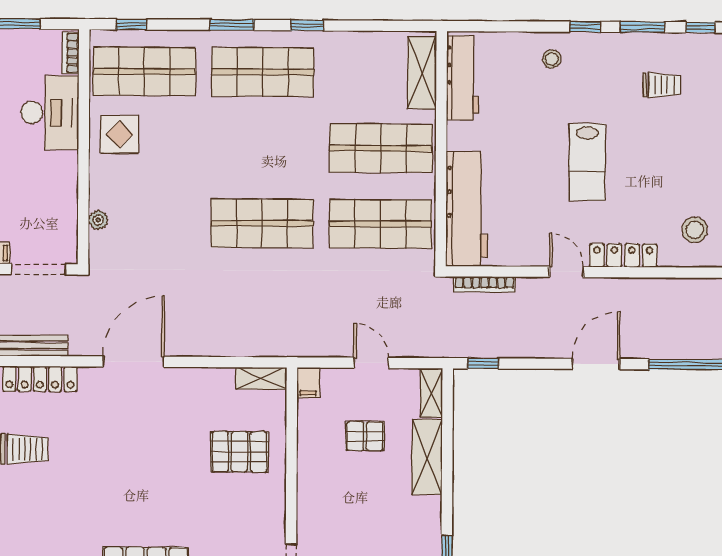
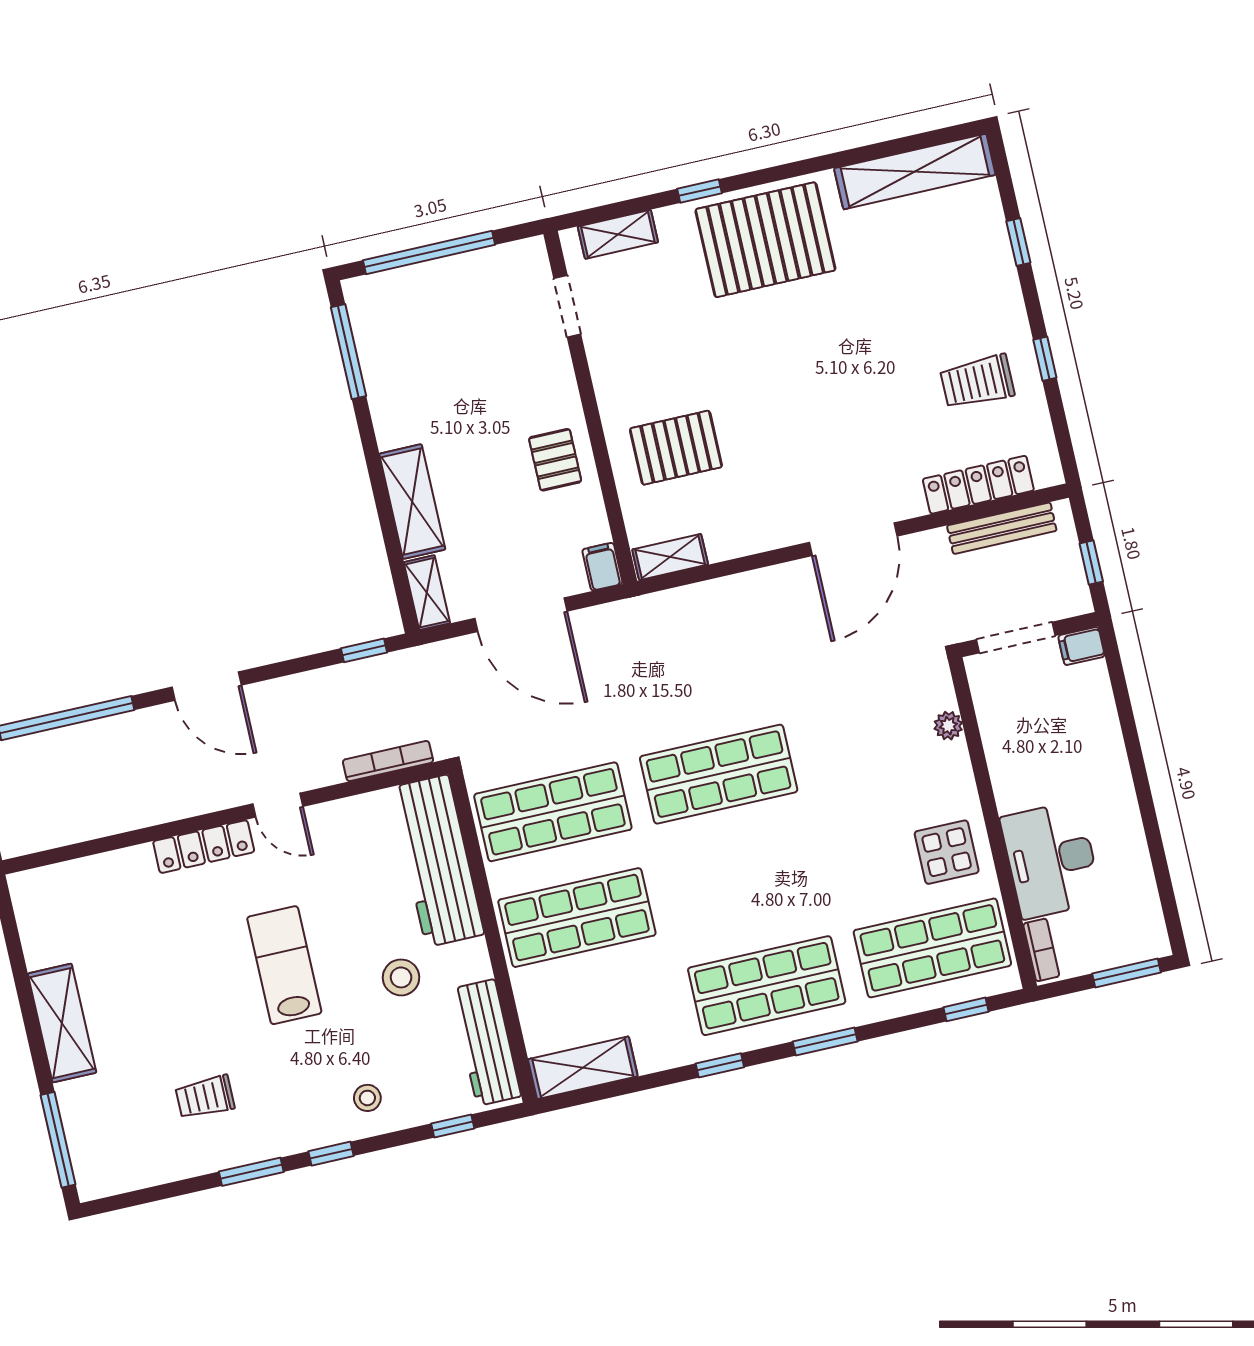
window: (701, 27) -> (453, 1126), moved
shelving: (422, 73) -> (583, 1068), moved, turned 90
stool: (695, 230) -> (401, 977), moved
door: (371, 363) -> (521, 615), width x1.88
door: (596, 364) -> (207, 686), hinge flipped
pallet: (365, 436) -> (555, 460), moved, turned 90

